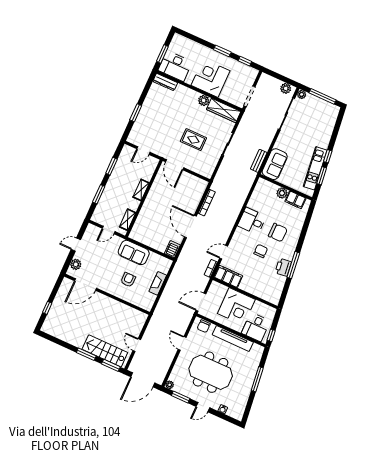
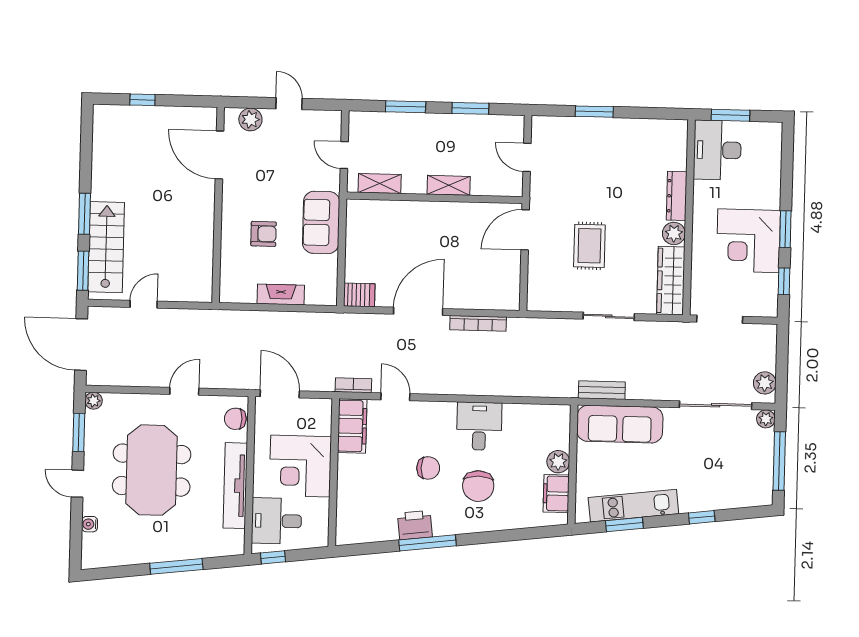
corner desk: (211, 78) -> (748, 241), moved, turned 180
dresser: (165, 82) -> (677, 196), moved
window: (328, 156) -> (702, 517), moved
sofa: (275, 164) -> (620, 424), width x1.36

